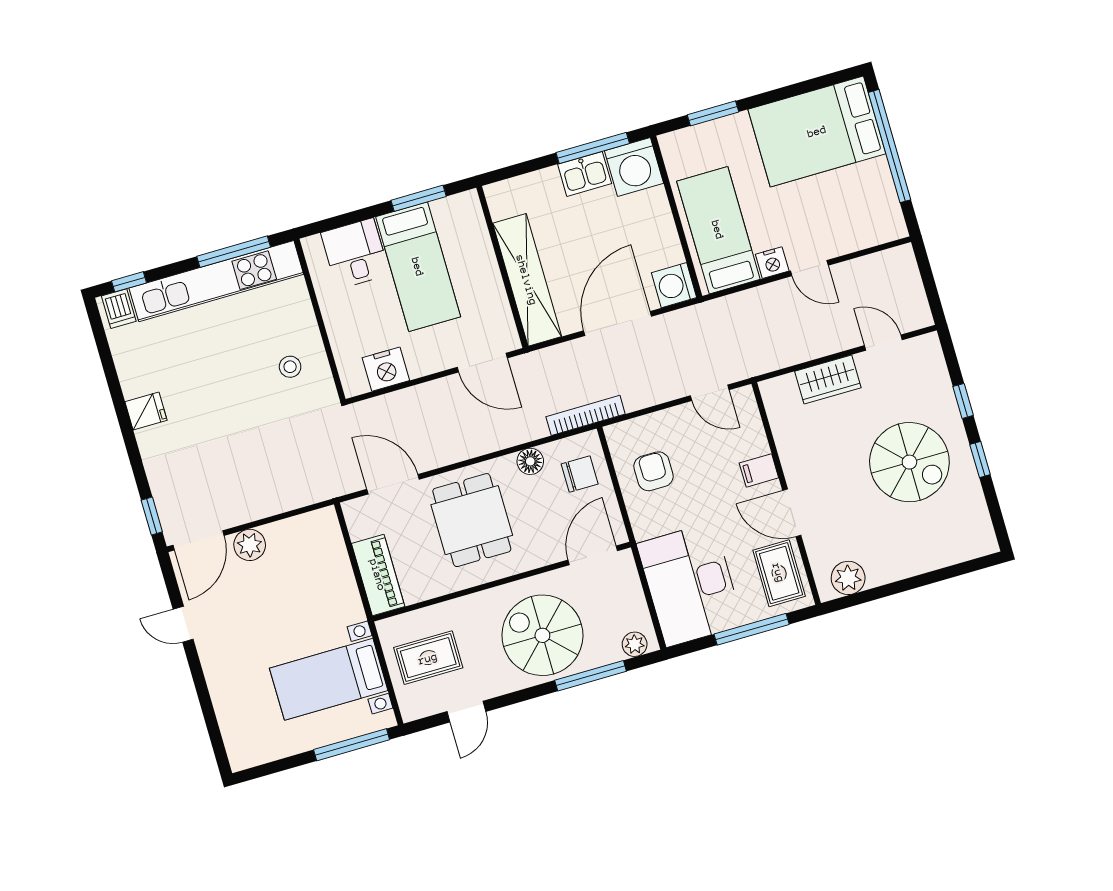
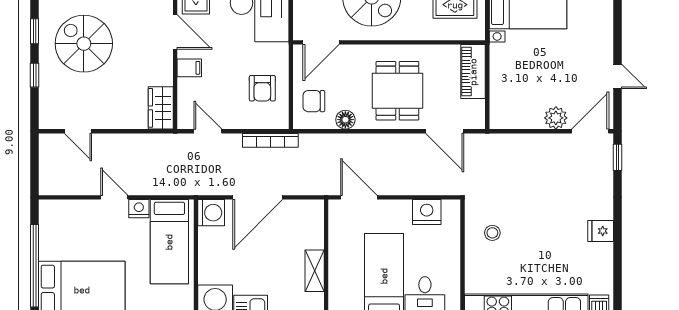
shelving: (527, 280) -> (315, 271), width x0.45, depth x0.75
wardrobe: (828, 380) -> (161, 108), moved, turned -90
bookcase: (586, 415) -> (270, 140), moved

